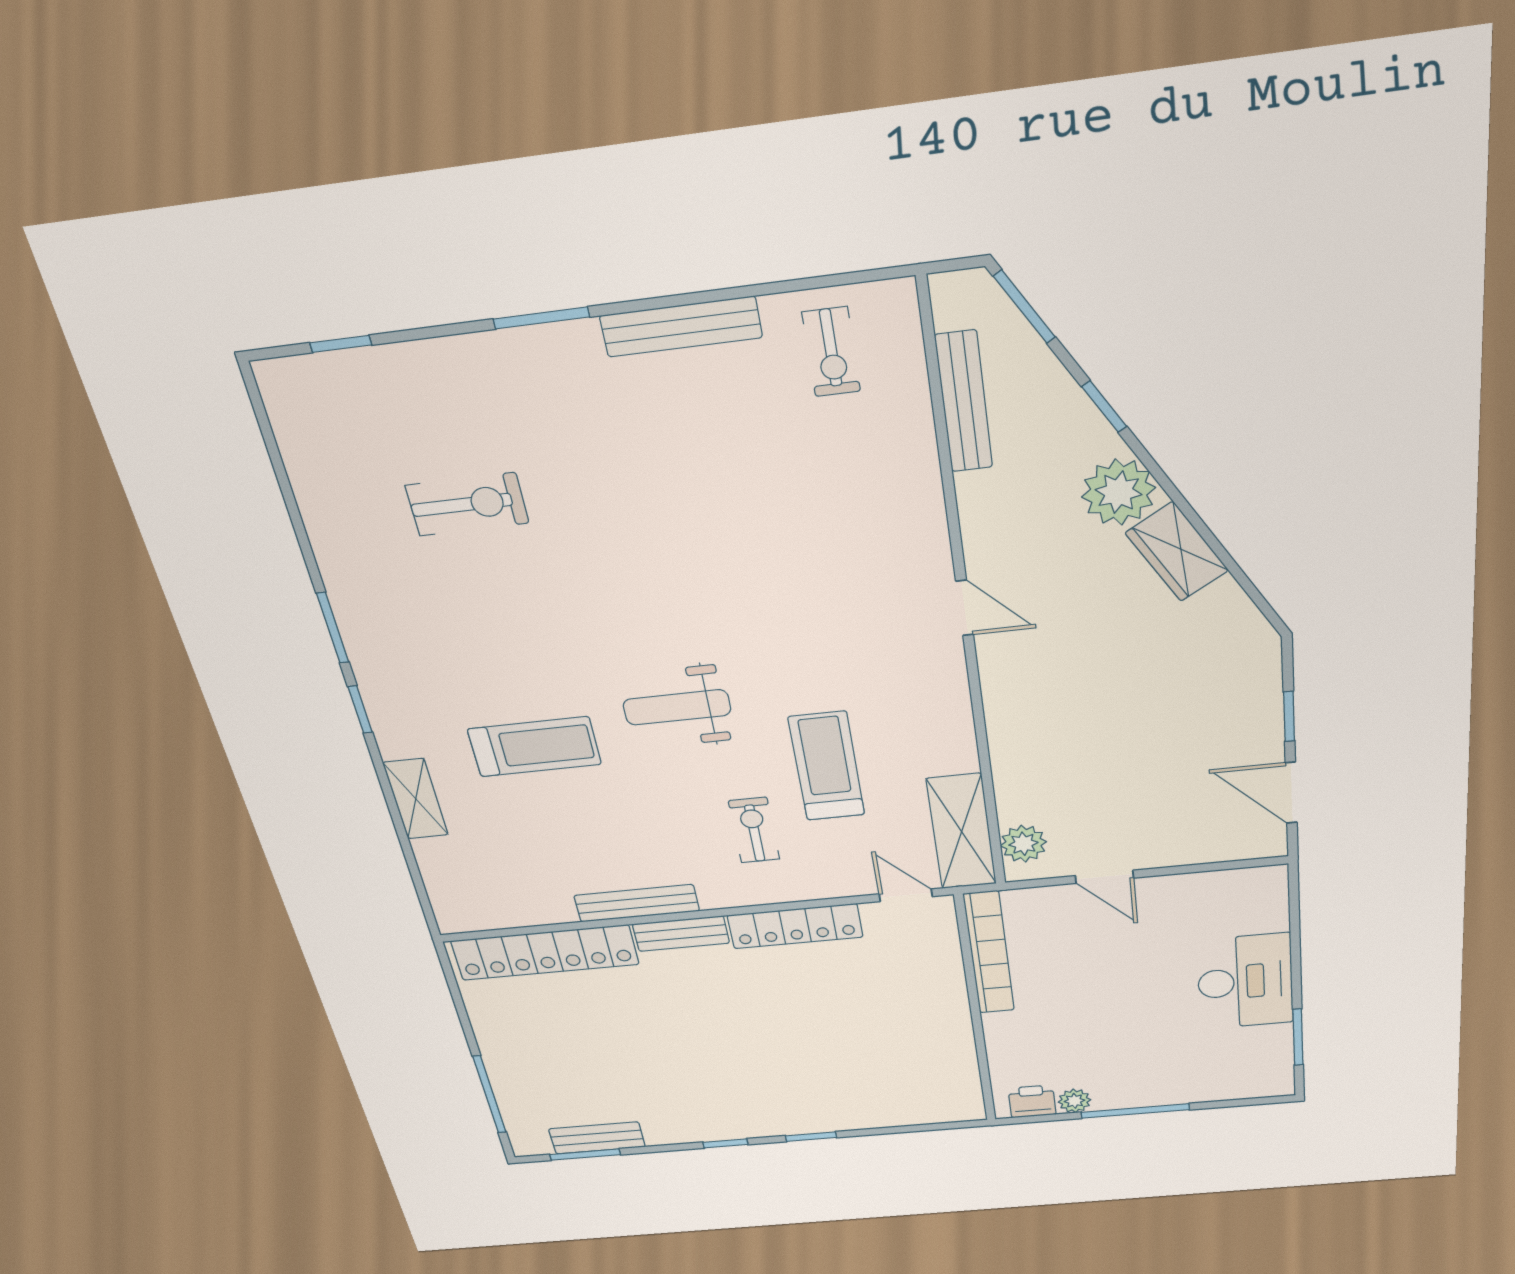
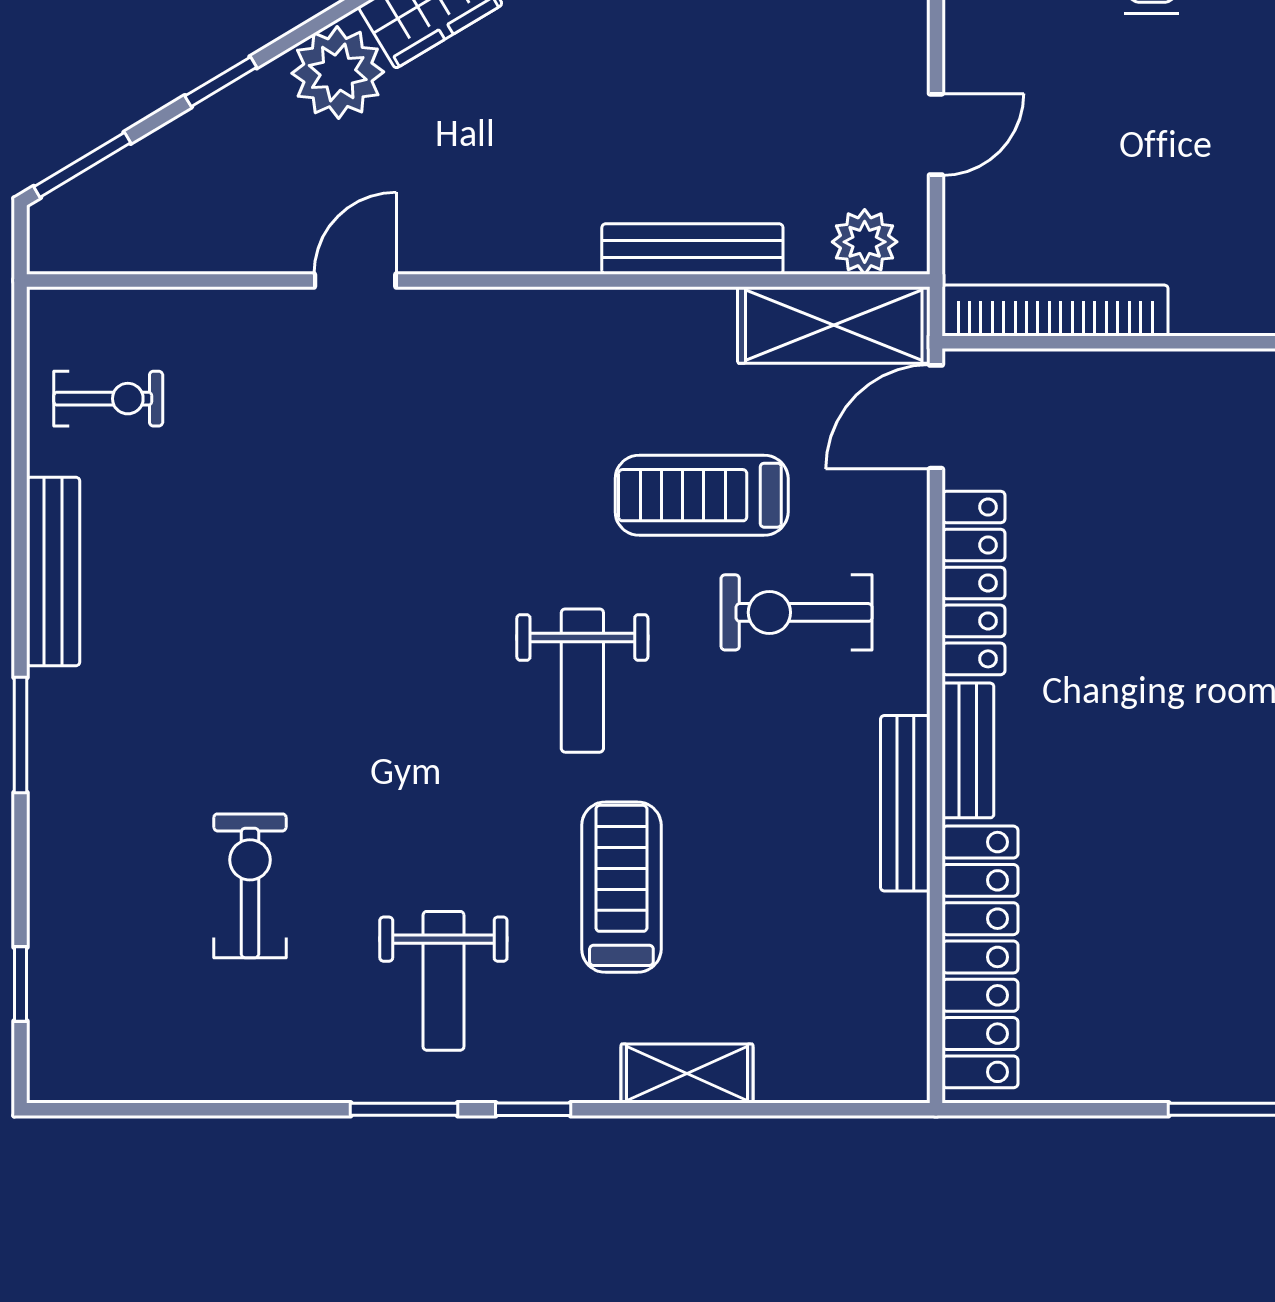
bench: (964, 402) -> (692, 249), moved
door: (965, 608) -> (355, 280), moved
weight bench: (434, 643) -> (443, 981), added
exercise bike: (754, 830) -> (797, 612), width x1.38, depth x1.39
door: (906, 895) -> (936, 417), width x1.37

